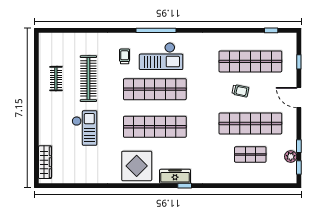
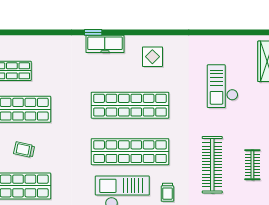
checkout: (84, 128) -> (223, 86), moved
display table: (137, 166) -> (152, 57), width x0.54, depth x0.54

